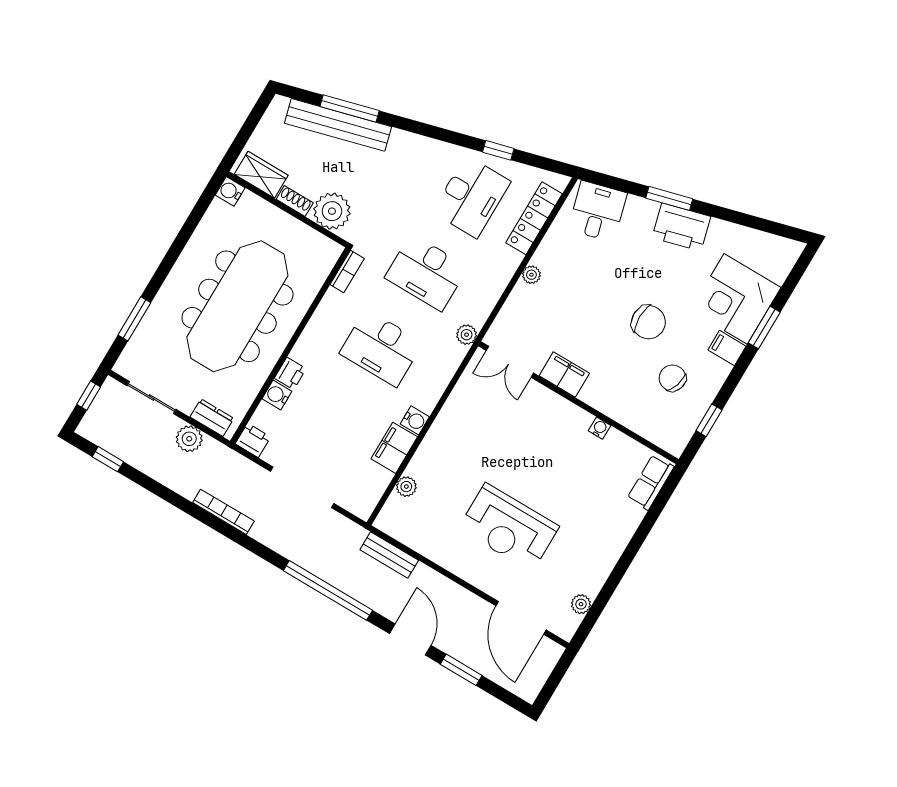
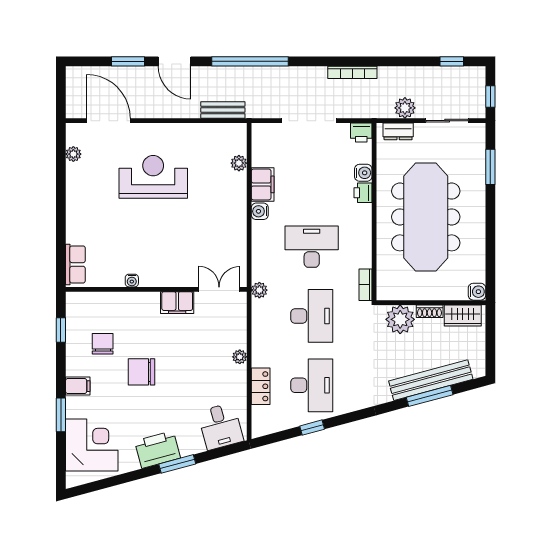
desk: (471, 197) -> (312, 385), turned 180
locker: (534, 218) -> (261, 386), width x0.66
desk: (426, 272) -> (312, 316), turned 90
corner desk: (736, 299) -> (92, 445), moved
chair: (672, 378) -> (103, 344), turned -108

